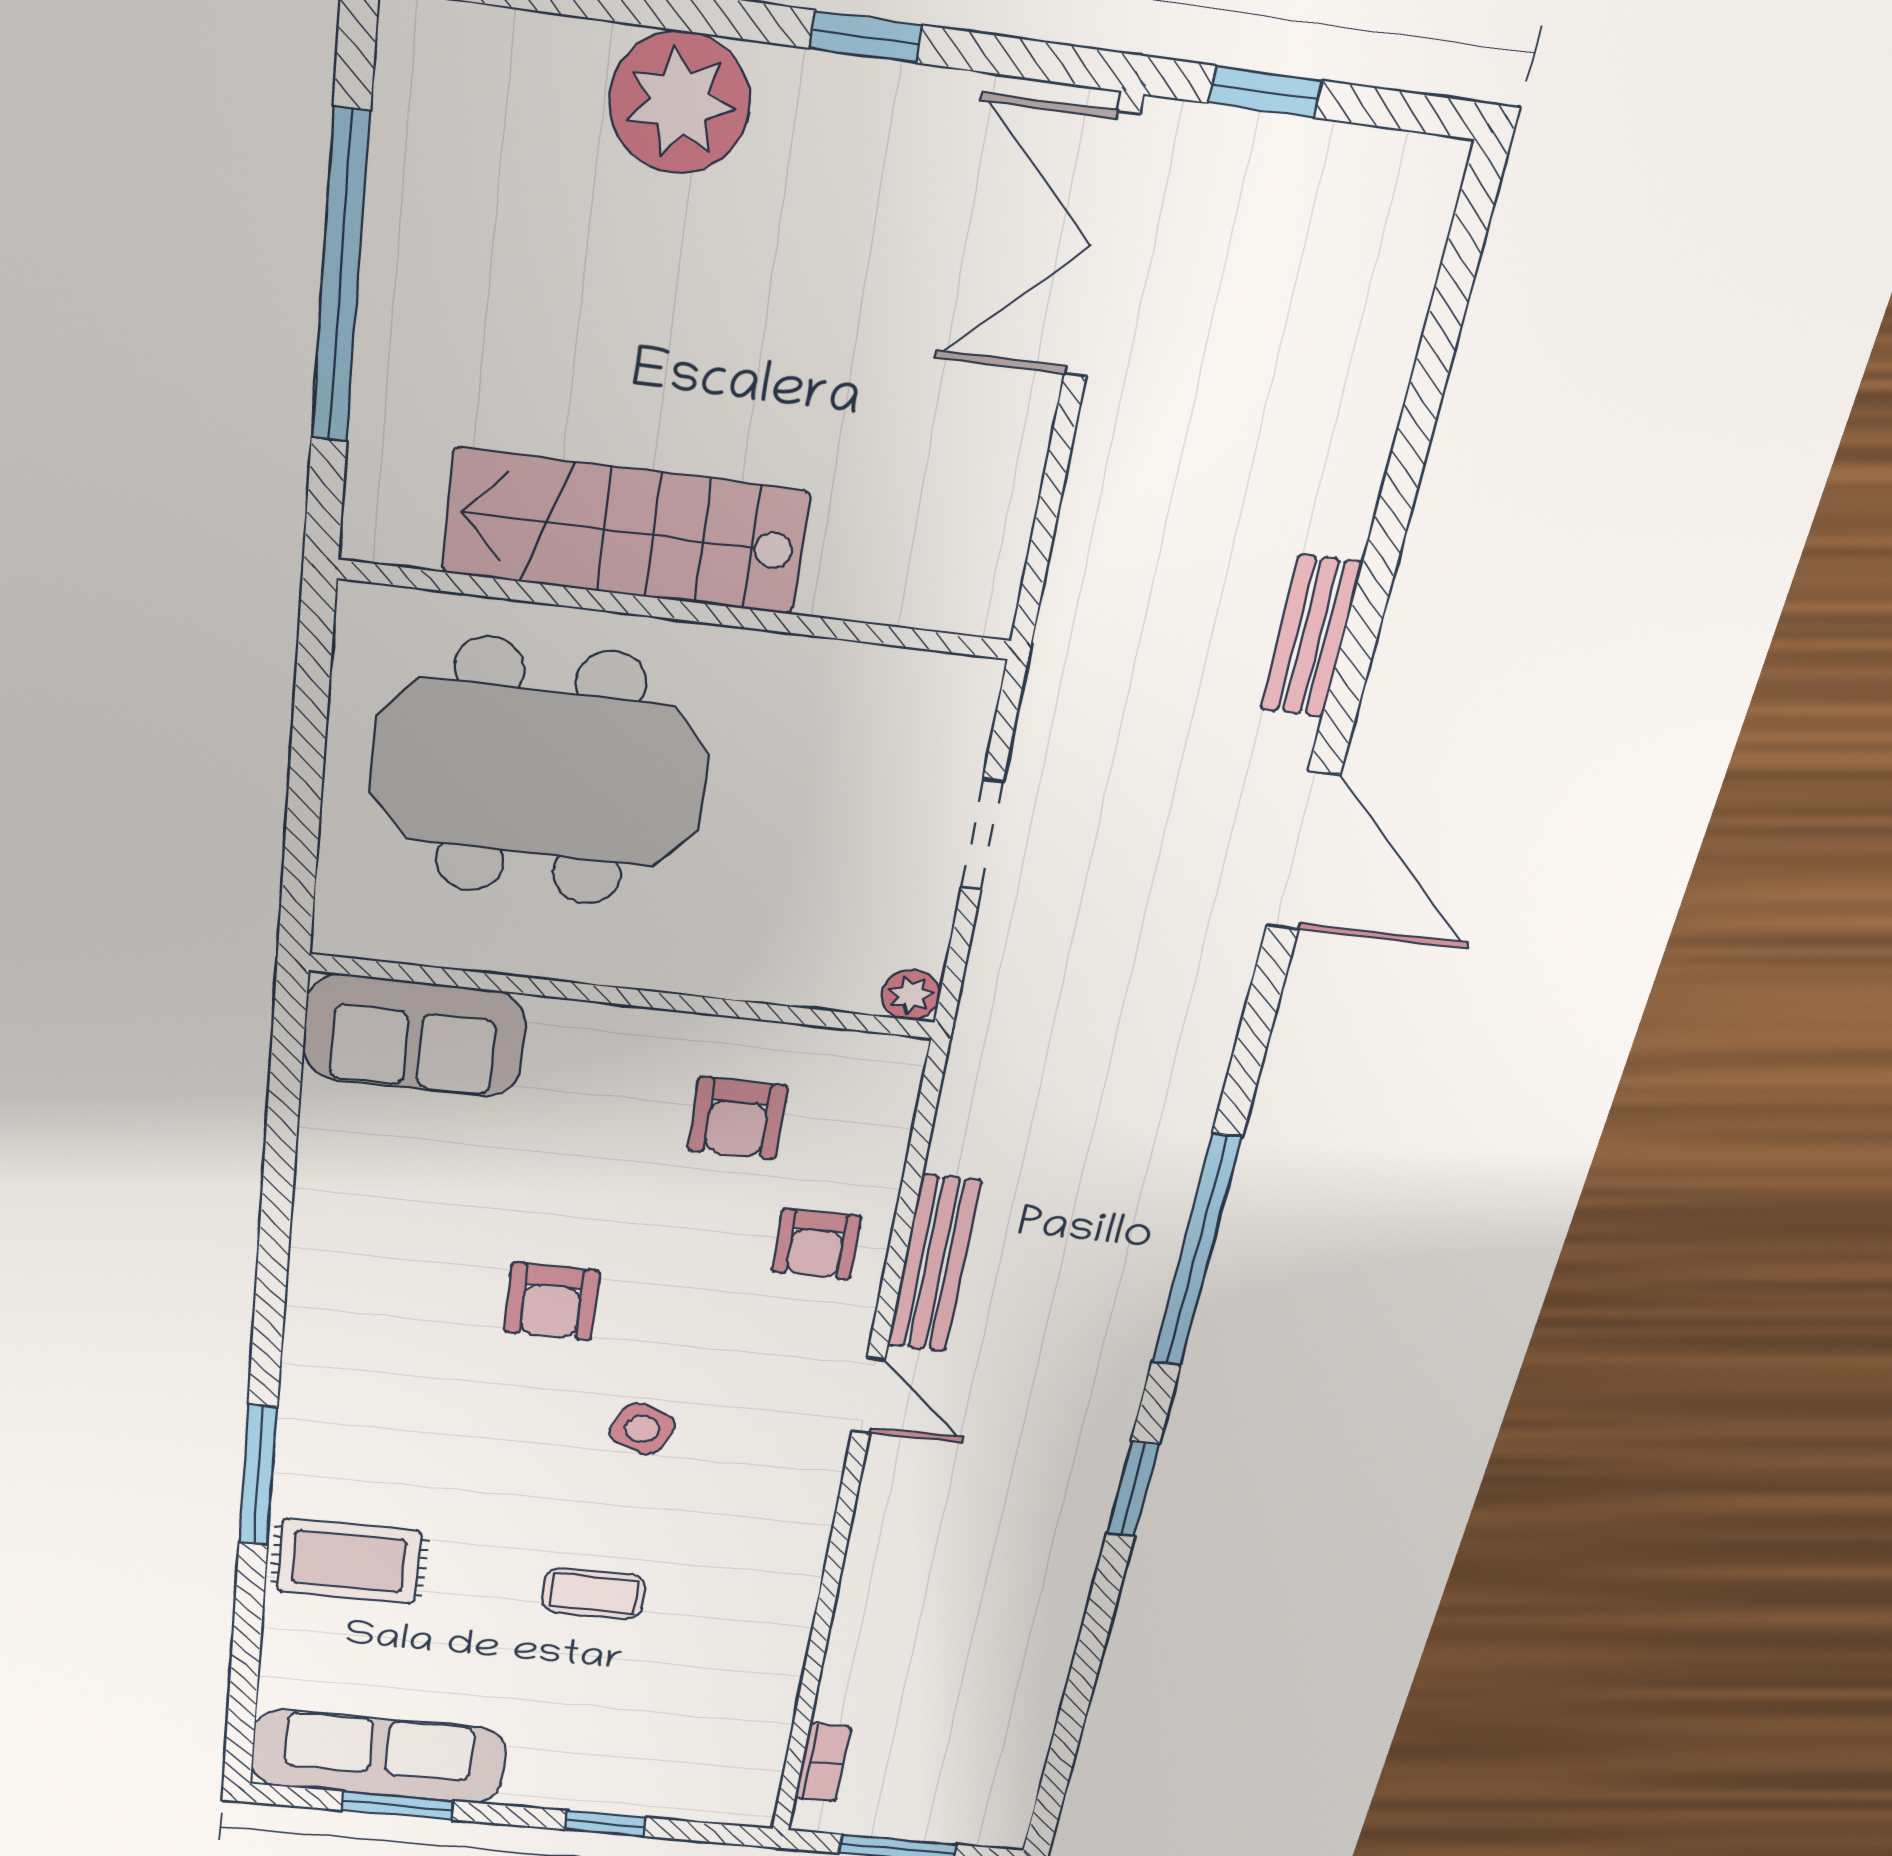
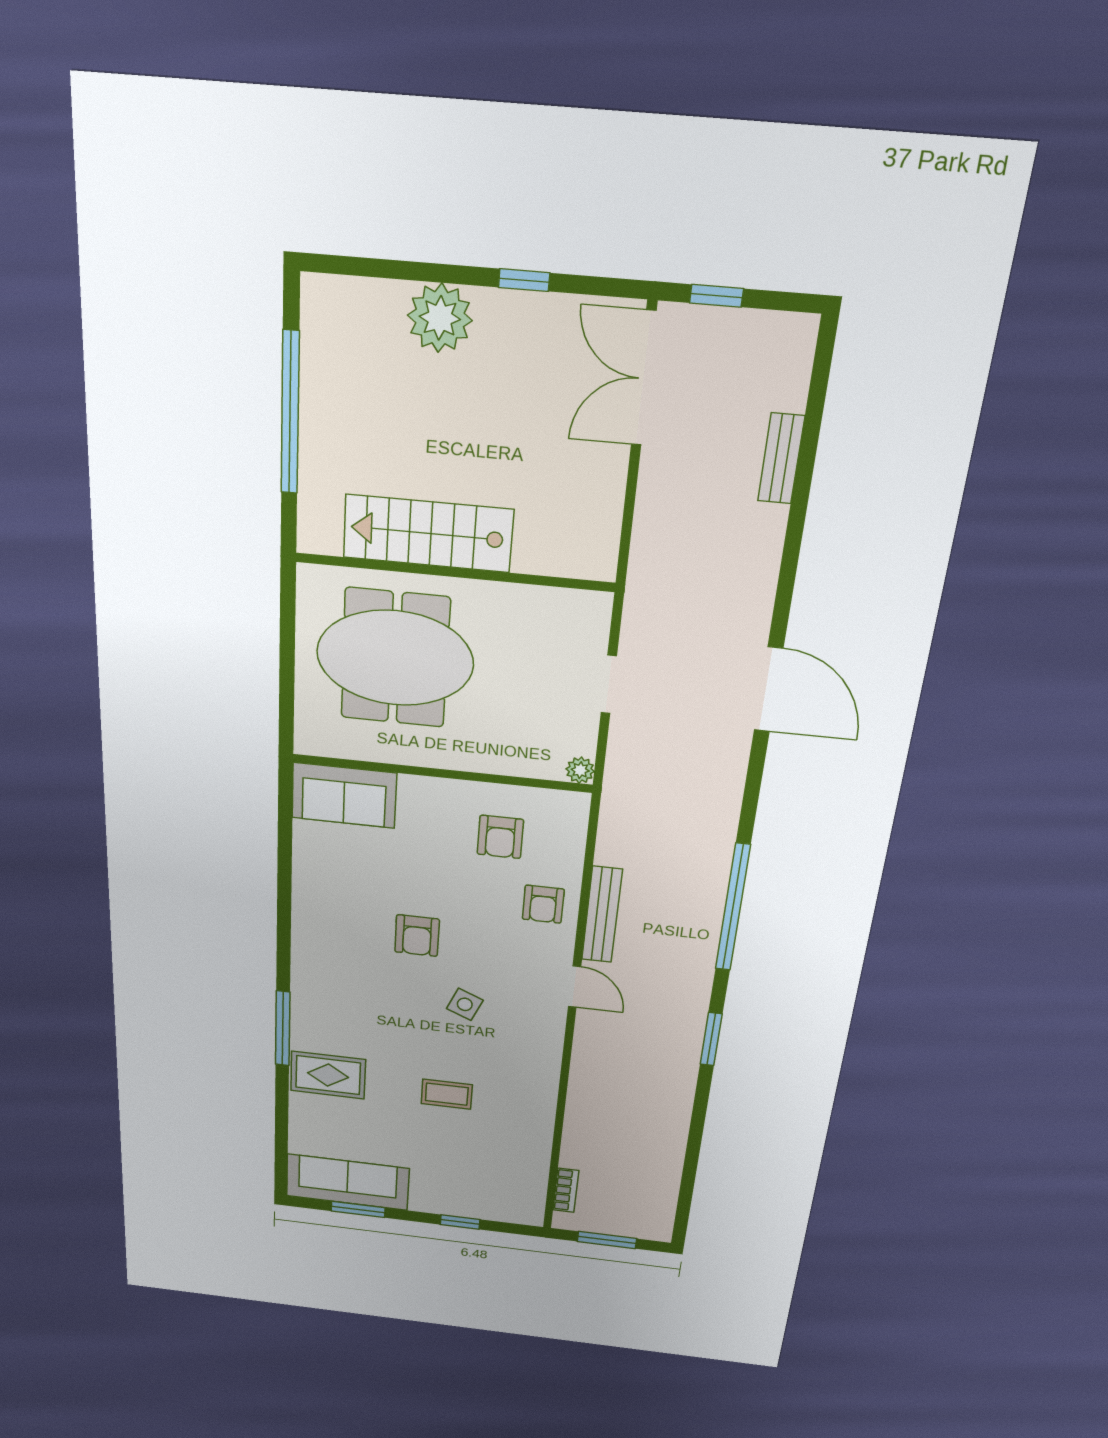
bench: (1311, 636) -> (781, 459), moved

